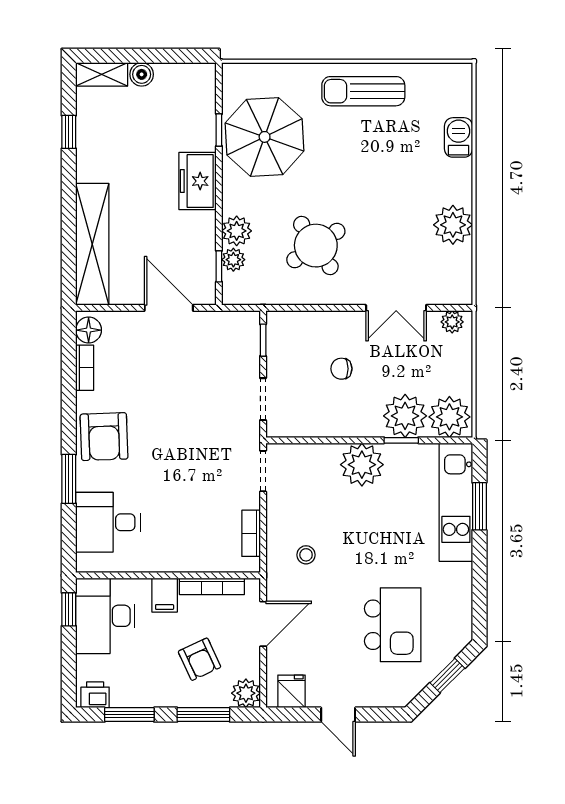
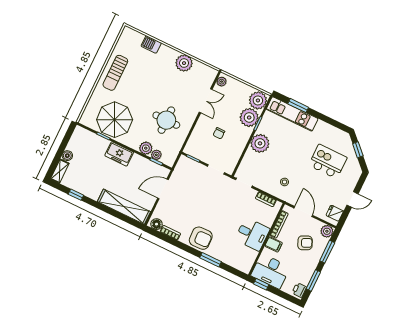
round table: (316, 246) -> (166, 120), turned 34
desk: (108, 522) -> (252, 234), moved, turned -90

